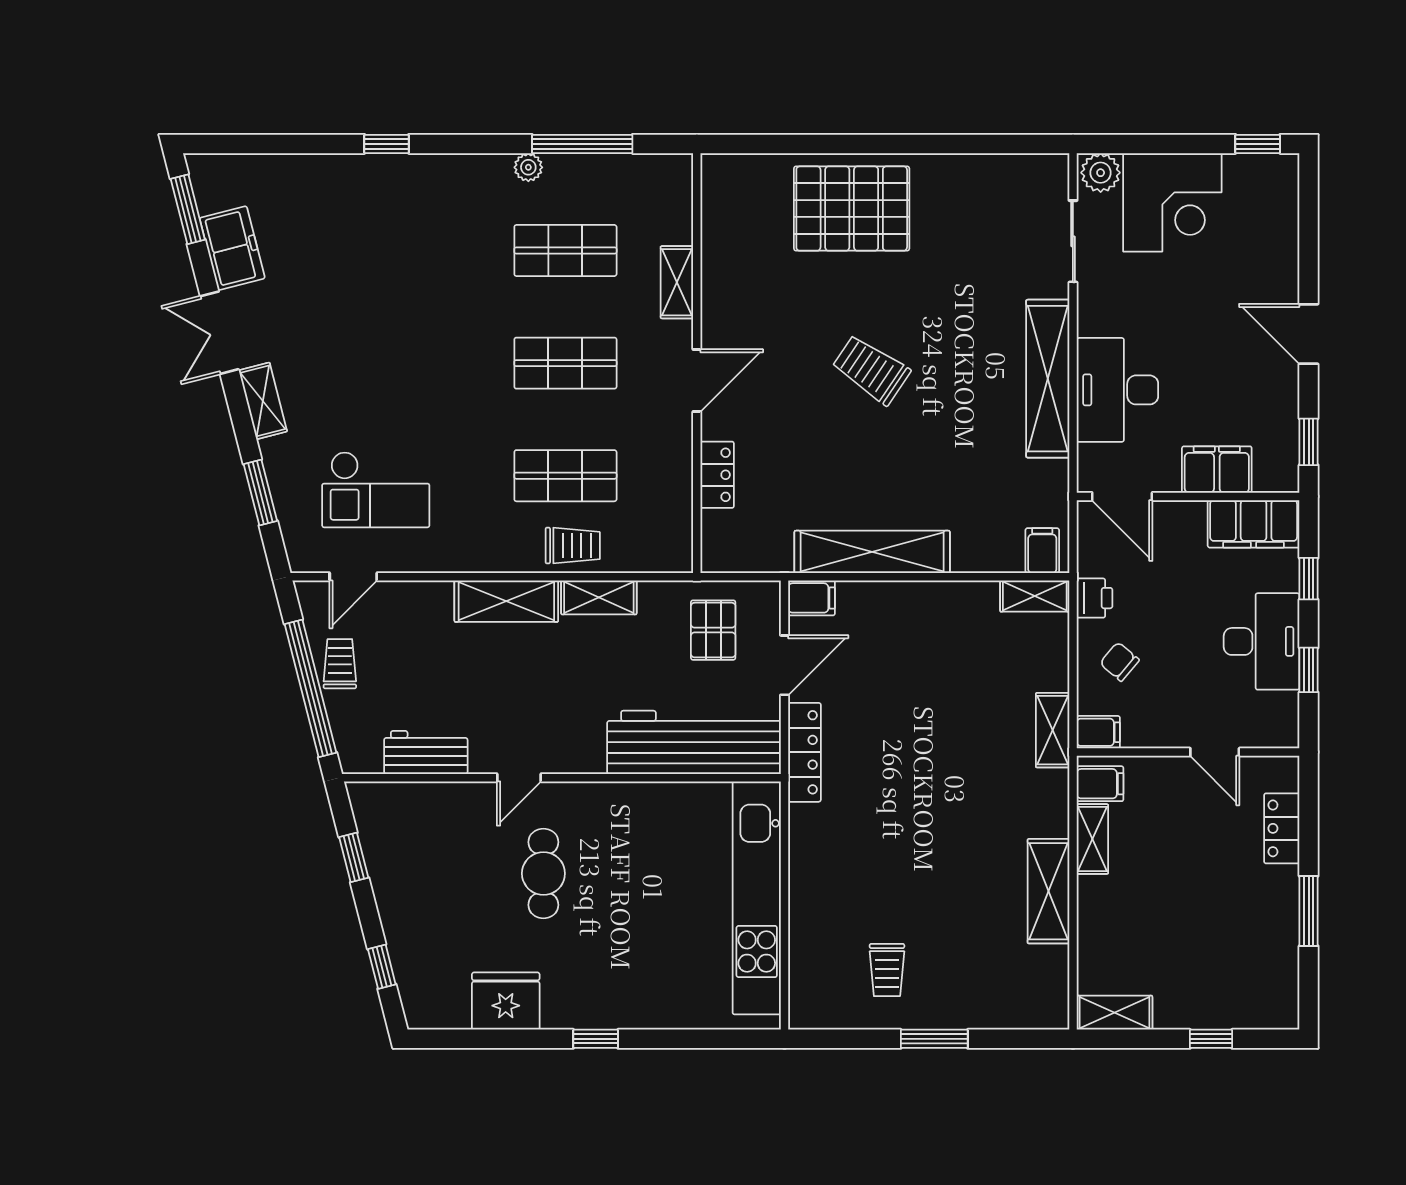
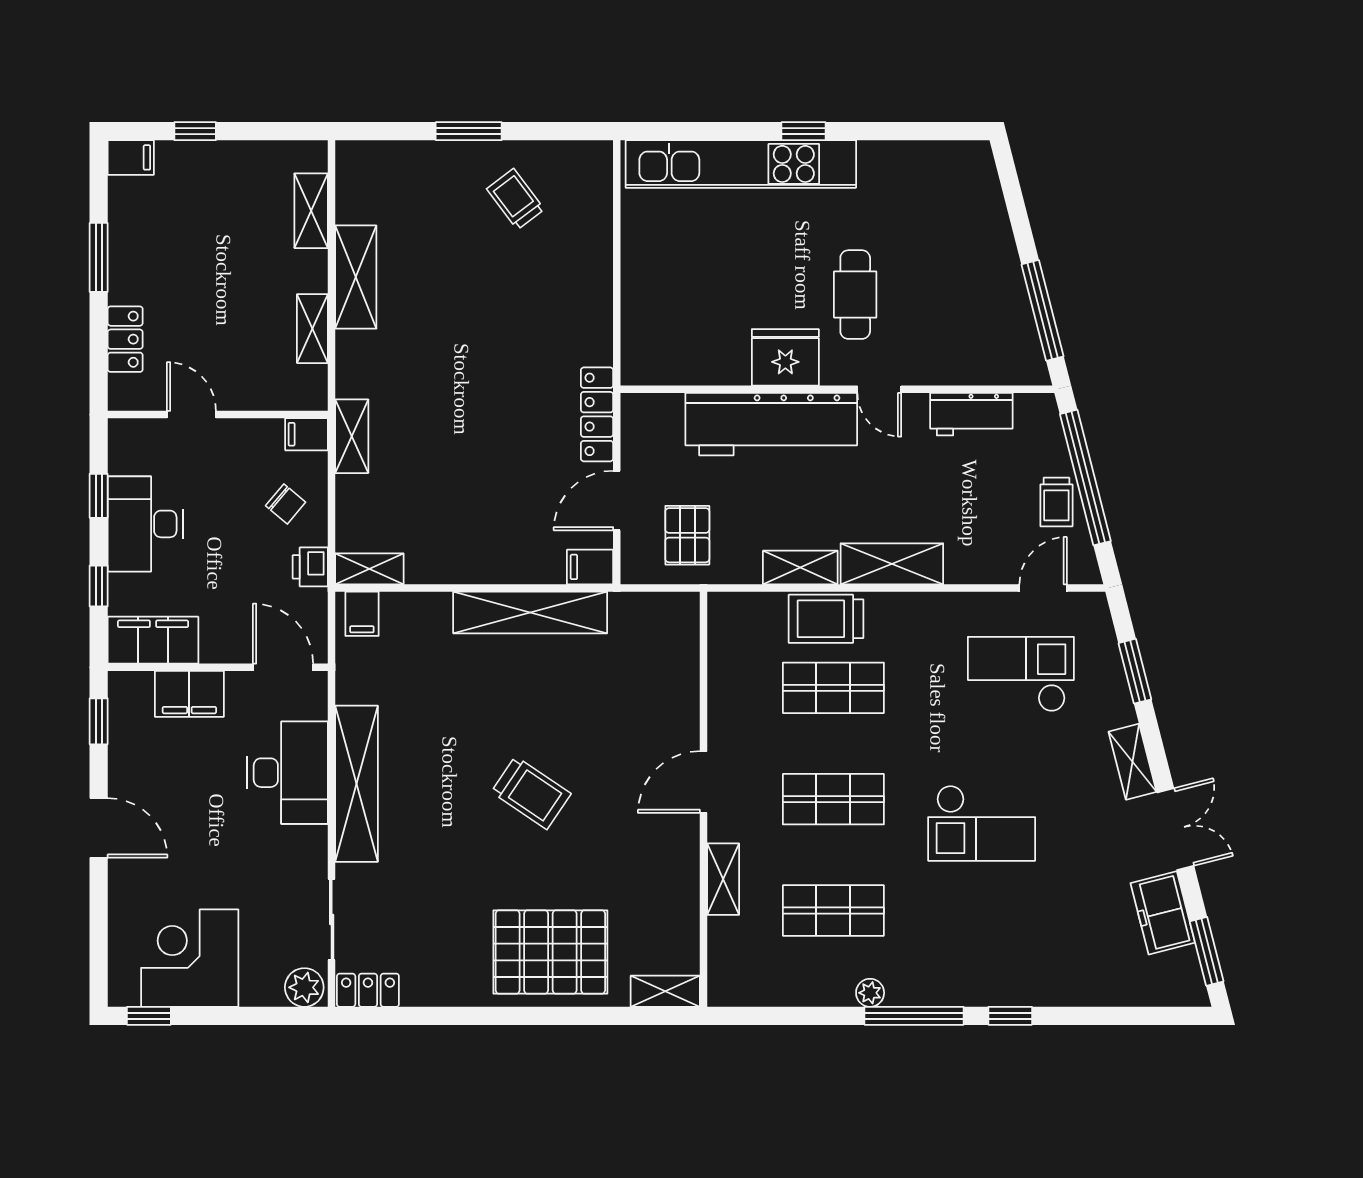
window: (582, 144) -> (914, 1016), moved
shelving: (735, 169) -> (665, 991), added
corner desk: (1172, 202) -> (190, 958), moved
checkout: (416, 339) -> (982, 823), added
locker: (717, 475) -> (368, 990), moved, turned 90
trolley: (573, 546) -> (826, 619), width x1.36, depth x1.39
workbench: (694, 742) -> (771, 424), moved
door: (519, 778) -> (879, 389), swing flipped
filing cabinet: (1100, 784) -> (131, 157), moved, turned 180
window: (354, 857) -> (1043, 310), width x2.17
kitchen unit: (757, 898) -> (741, 164), moved, turned 90
window: (382, 967) -> (1015, 202), removed
trolley: (887, 970) -> (515, 199), turned -37
fridge: (506, 1001) -> (785, 357), moved, turned 180
shelving: (1114, 1013) -> (311, 211), moved, turned 90

